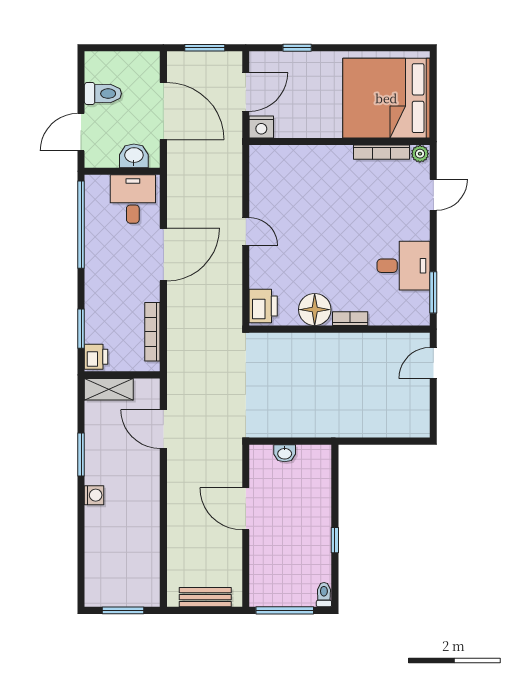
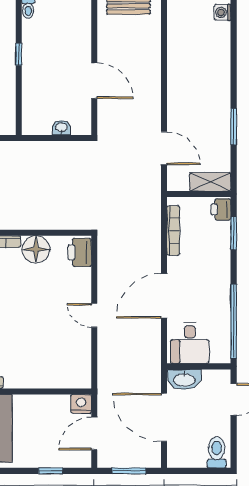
toilet: (103, 94) -> (217, 452), moved, turned 90
washbasin: (134, 156) -> (184, 379), width x1.38
washing machine: (94, 495) -> (223, 12), moved

